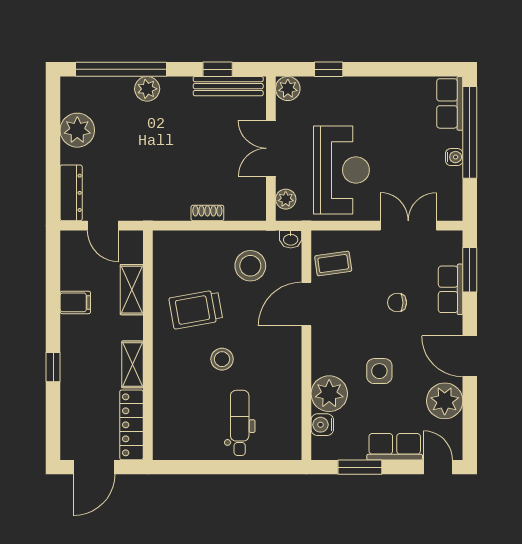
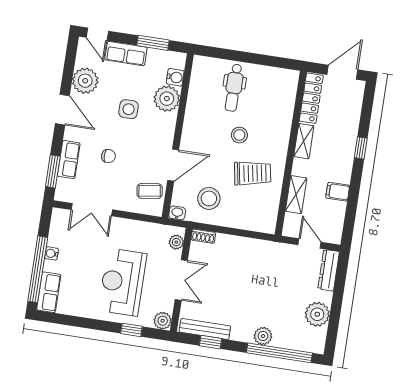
reception desk: (341, 170) -> (123, 282), moved
shoe rack: (207, 213) -> (203, 236), moved

